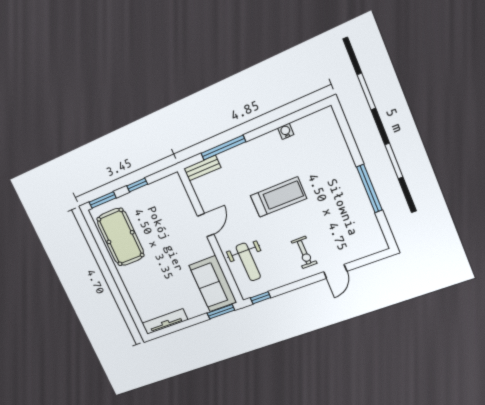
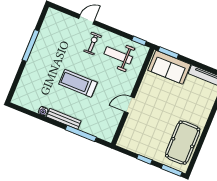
bench: (202, 168) -> (64, 119), moved, width x1.36
weight bench: (248, 262) -> (118, 55), moved, turned -90
sofa: (213, 284) -> (169, 67), moved, turned 90

